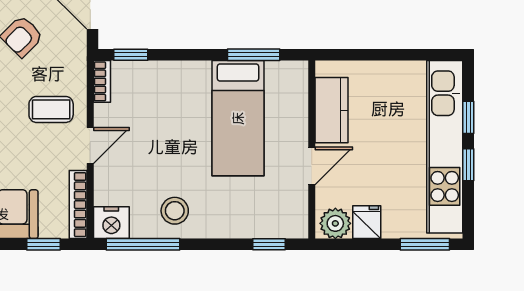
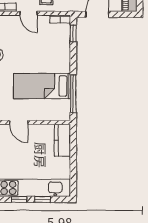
window: (254, 55) -> (73, 94), width x1.44
kitchen counter: (331, 110) -> (62, 140), moved, turned 90

